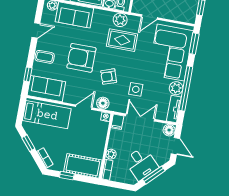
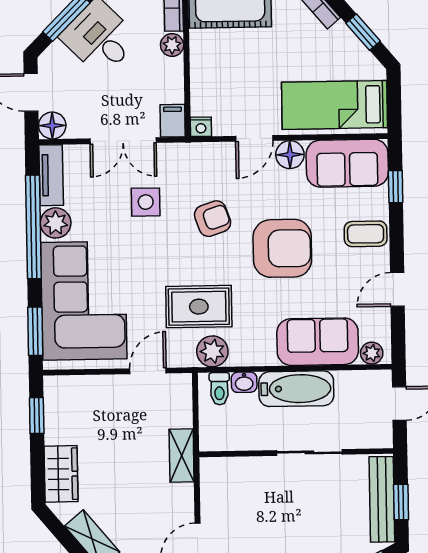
floor lamp: (103, 103) -> (290, 155), moved

